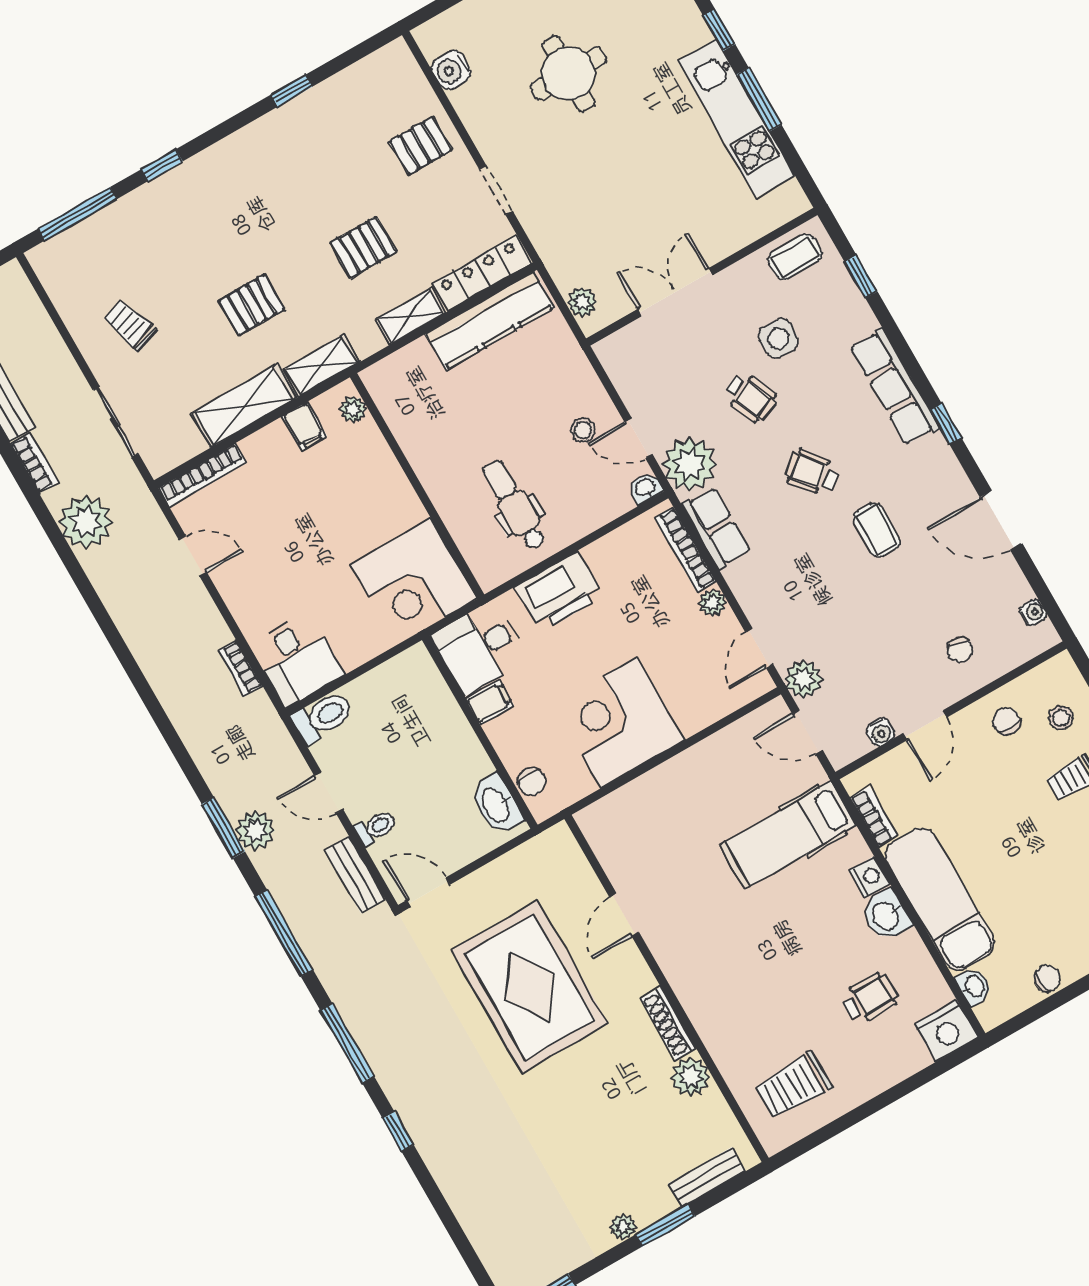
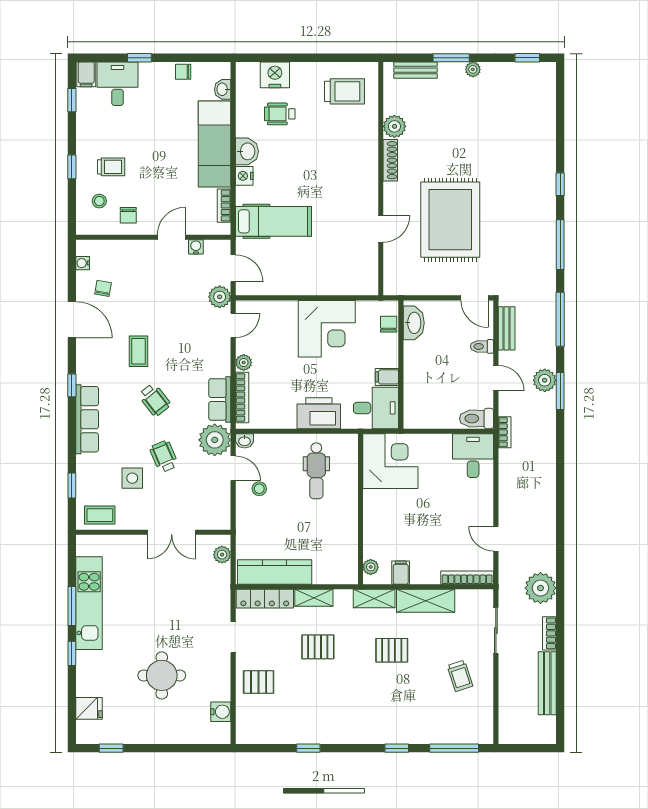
chair: (960, 650) -> (103, 288), moved
bookcase: (240, 668) -> (505, 432), moved
nightstand: (946, 1031) -> (275, 75), moved

